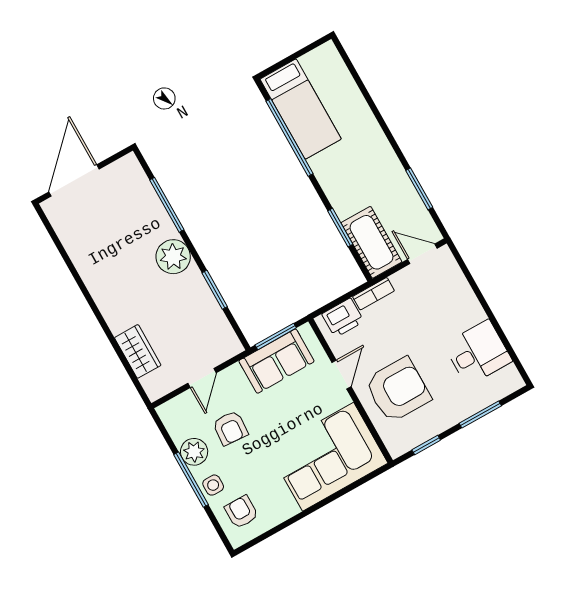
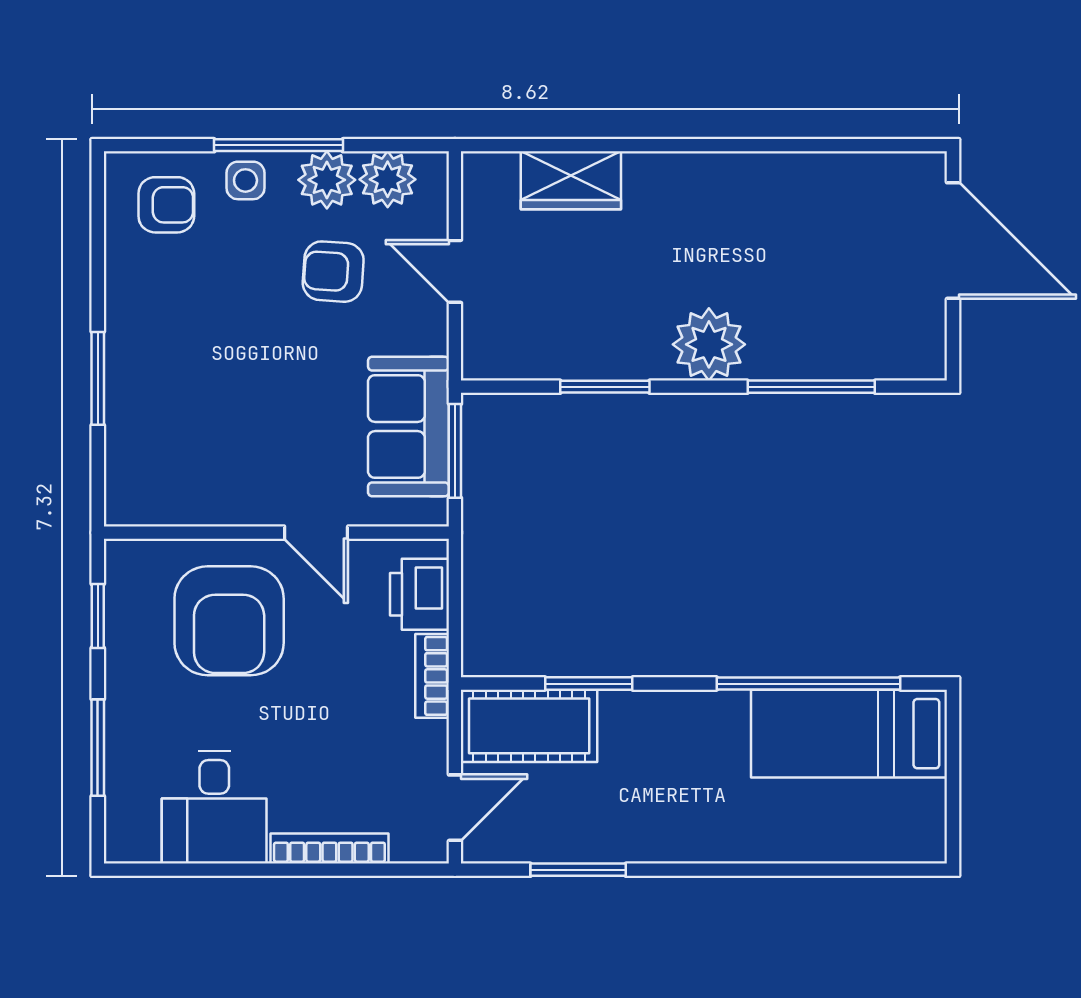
bookcase: (468, 296) -> (329, 849), added
plant: (180, 427) -> (388, 179), added
corner sofa: (328, 457) -> (178, 422), removed
window: (329, 500) -> (98, 378), added

